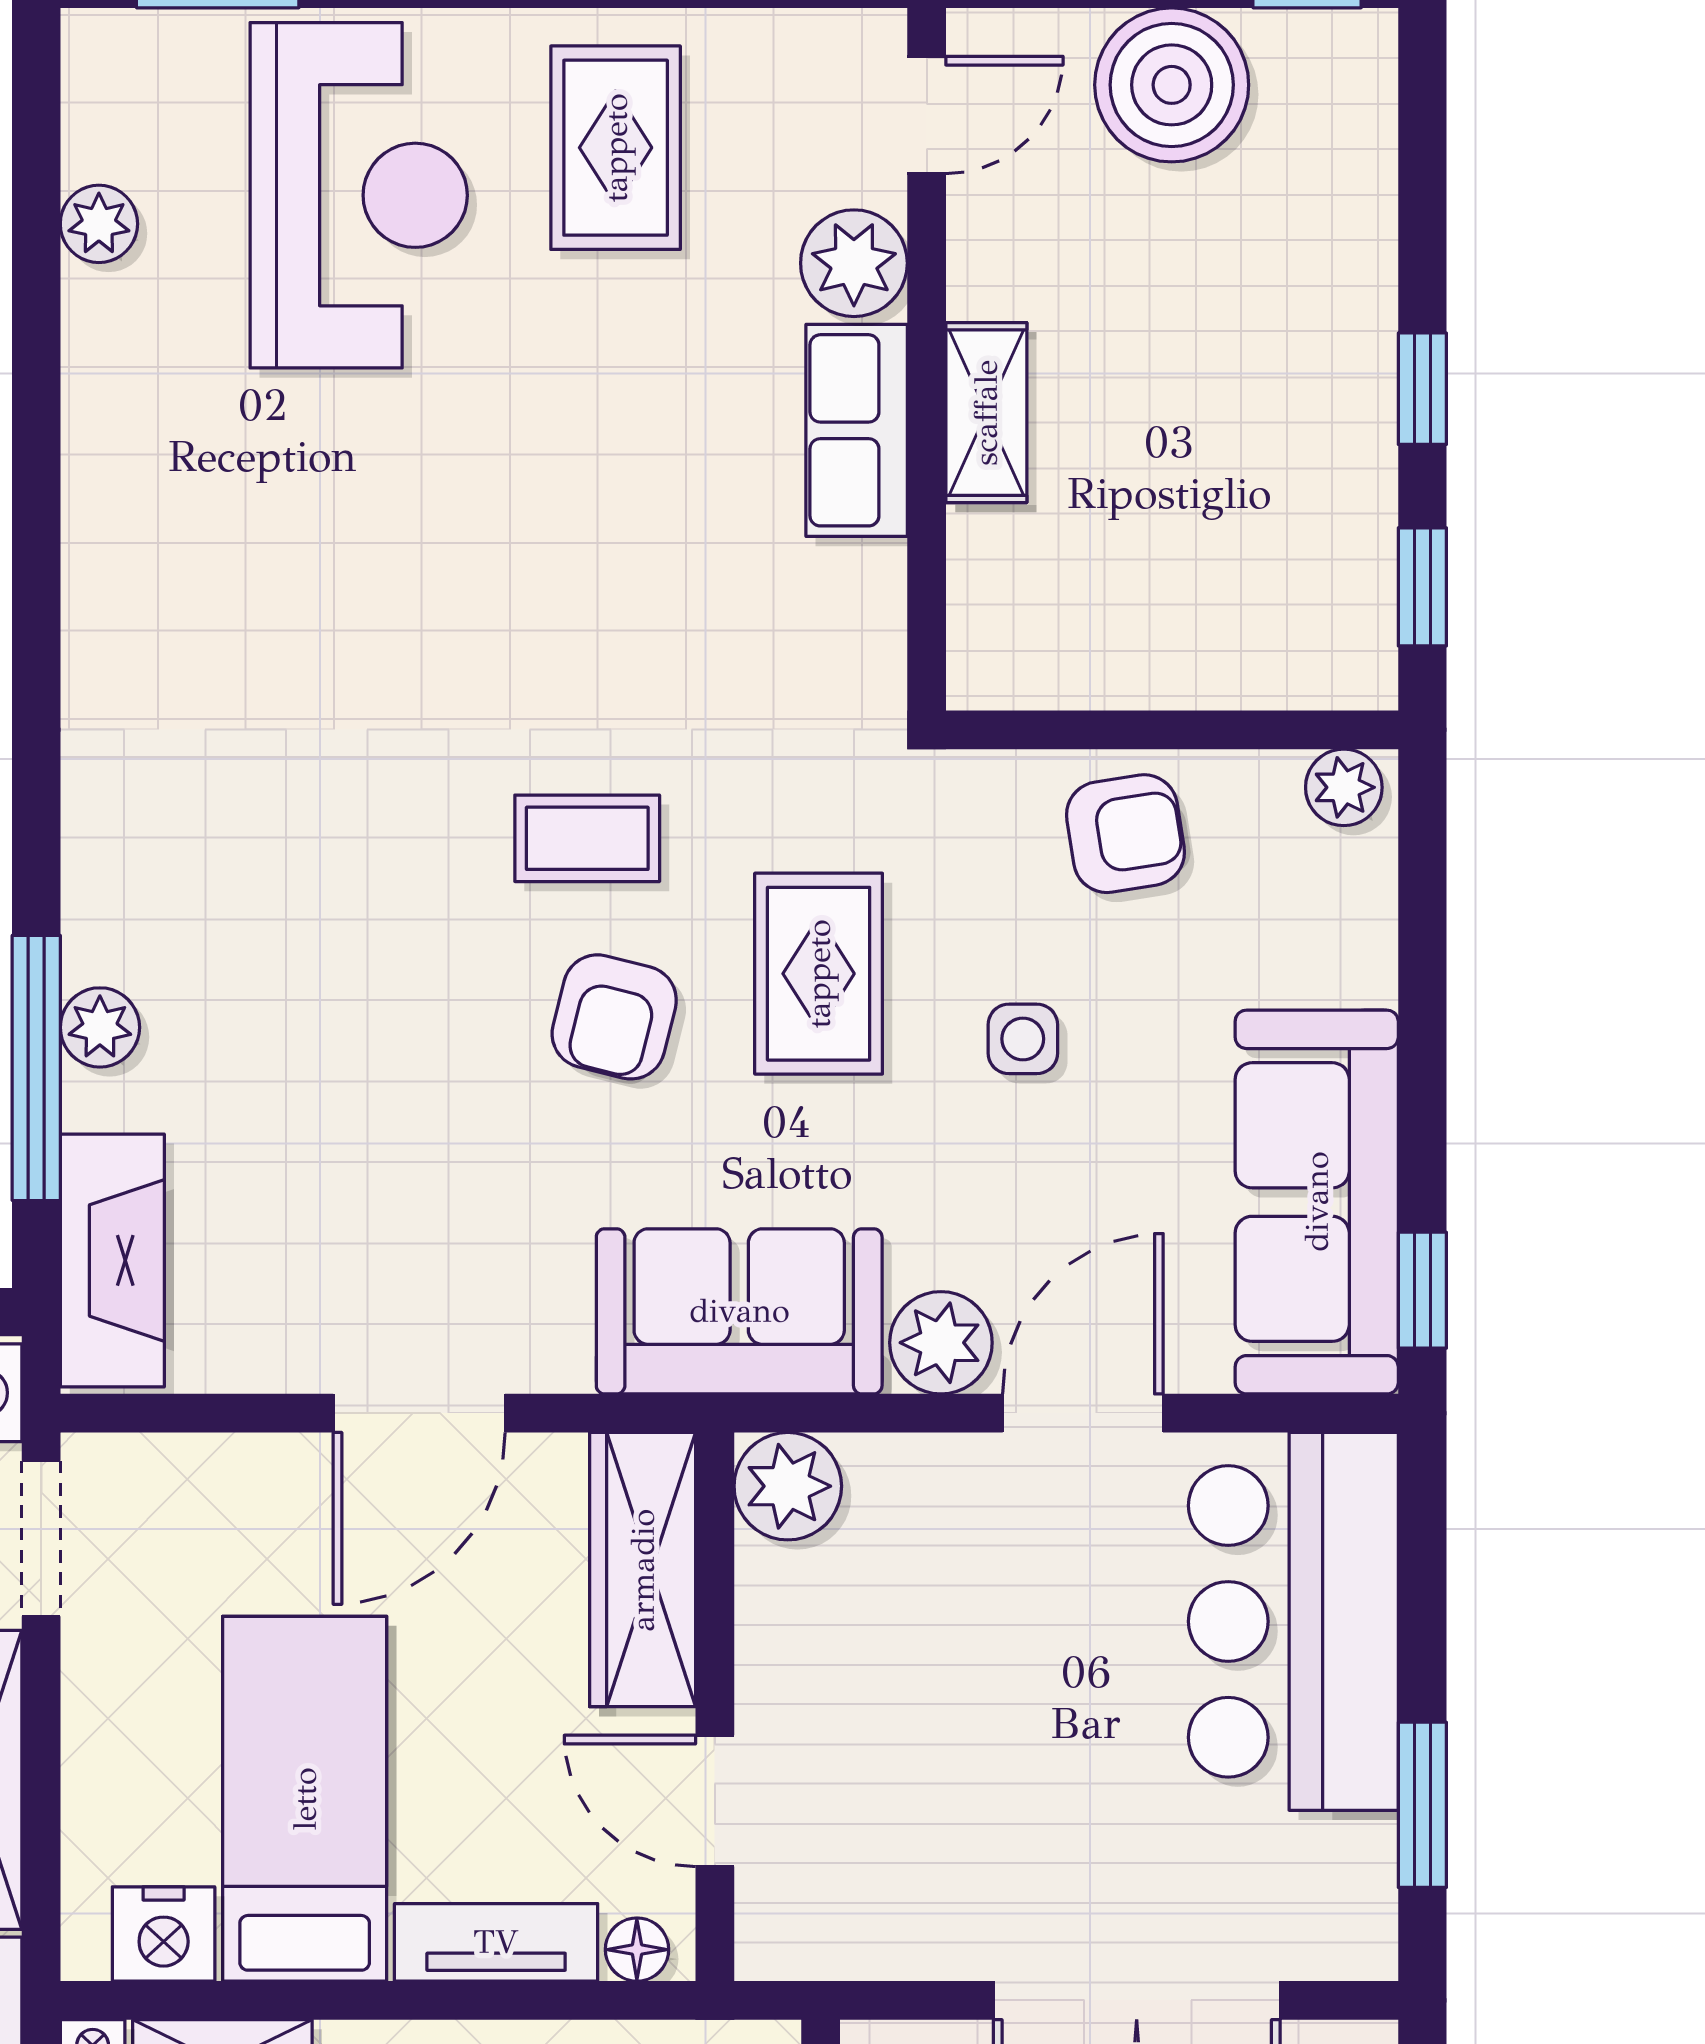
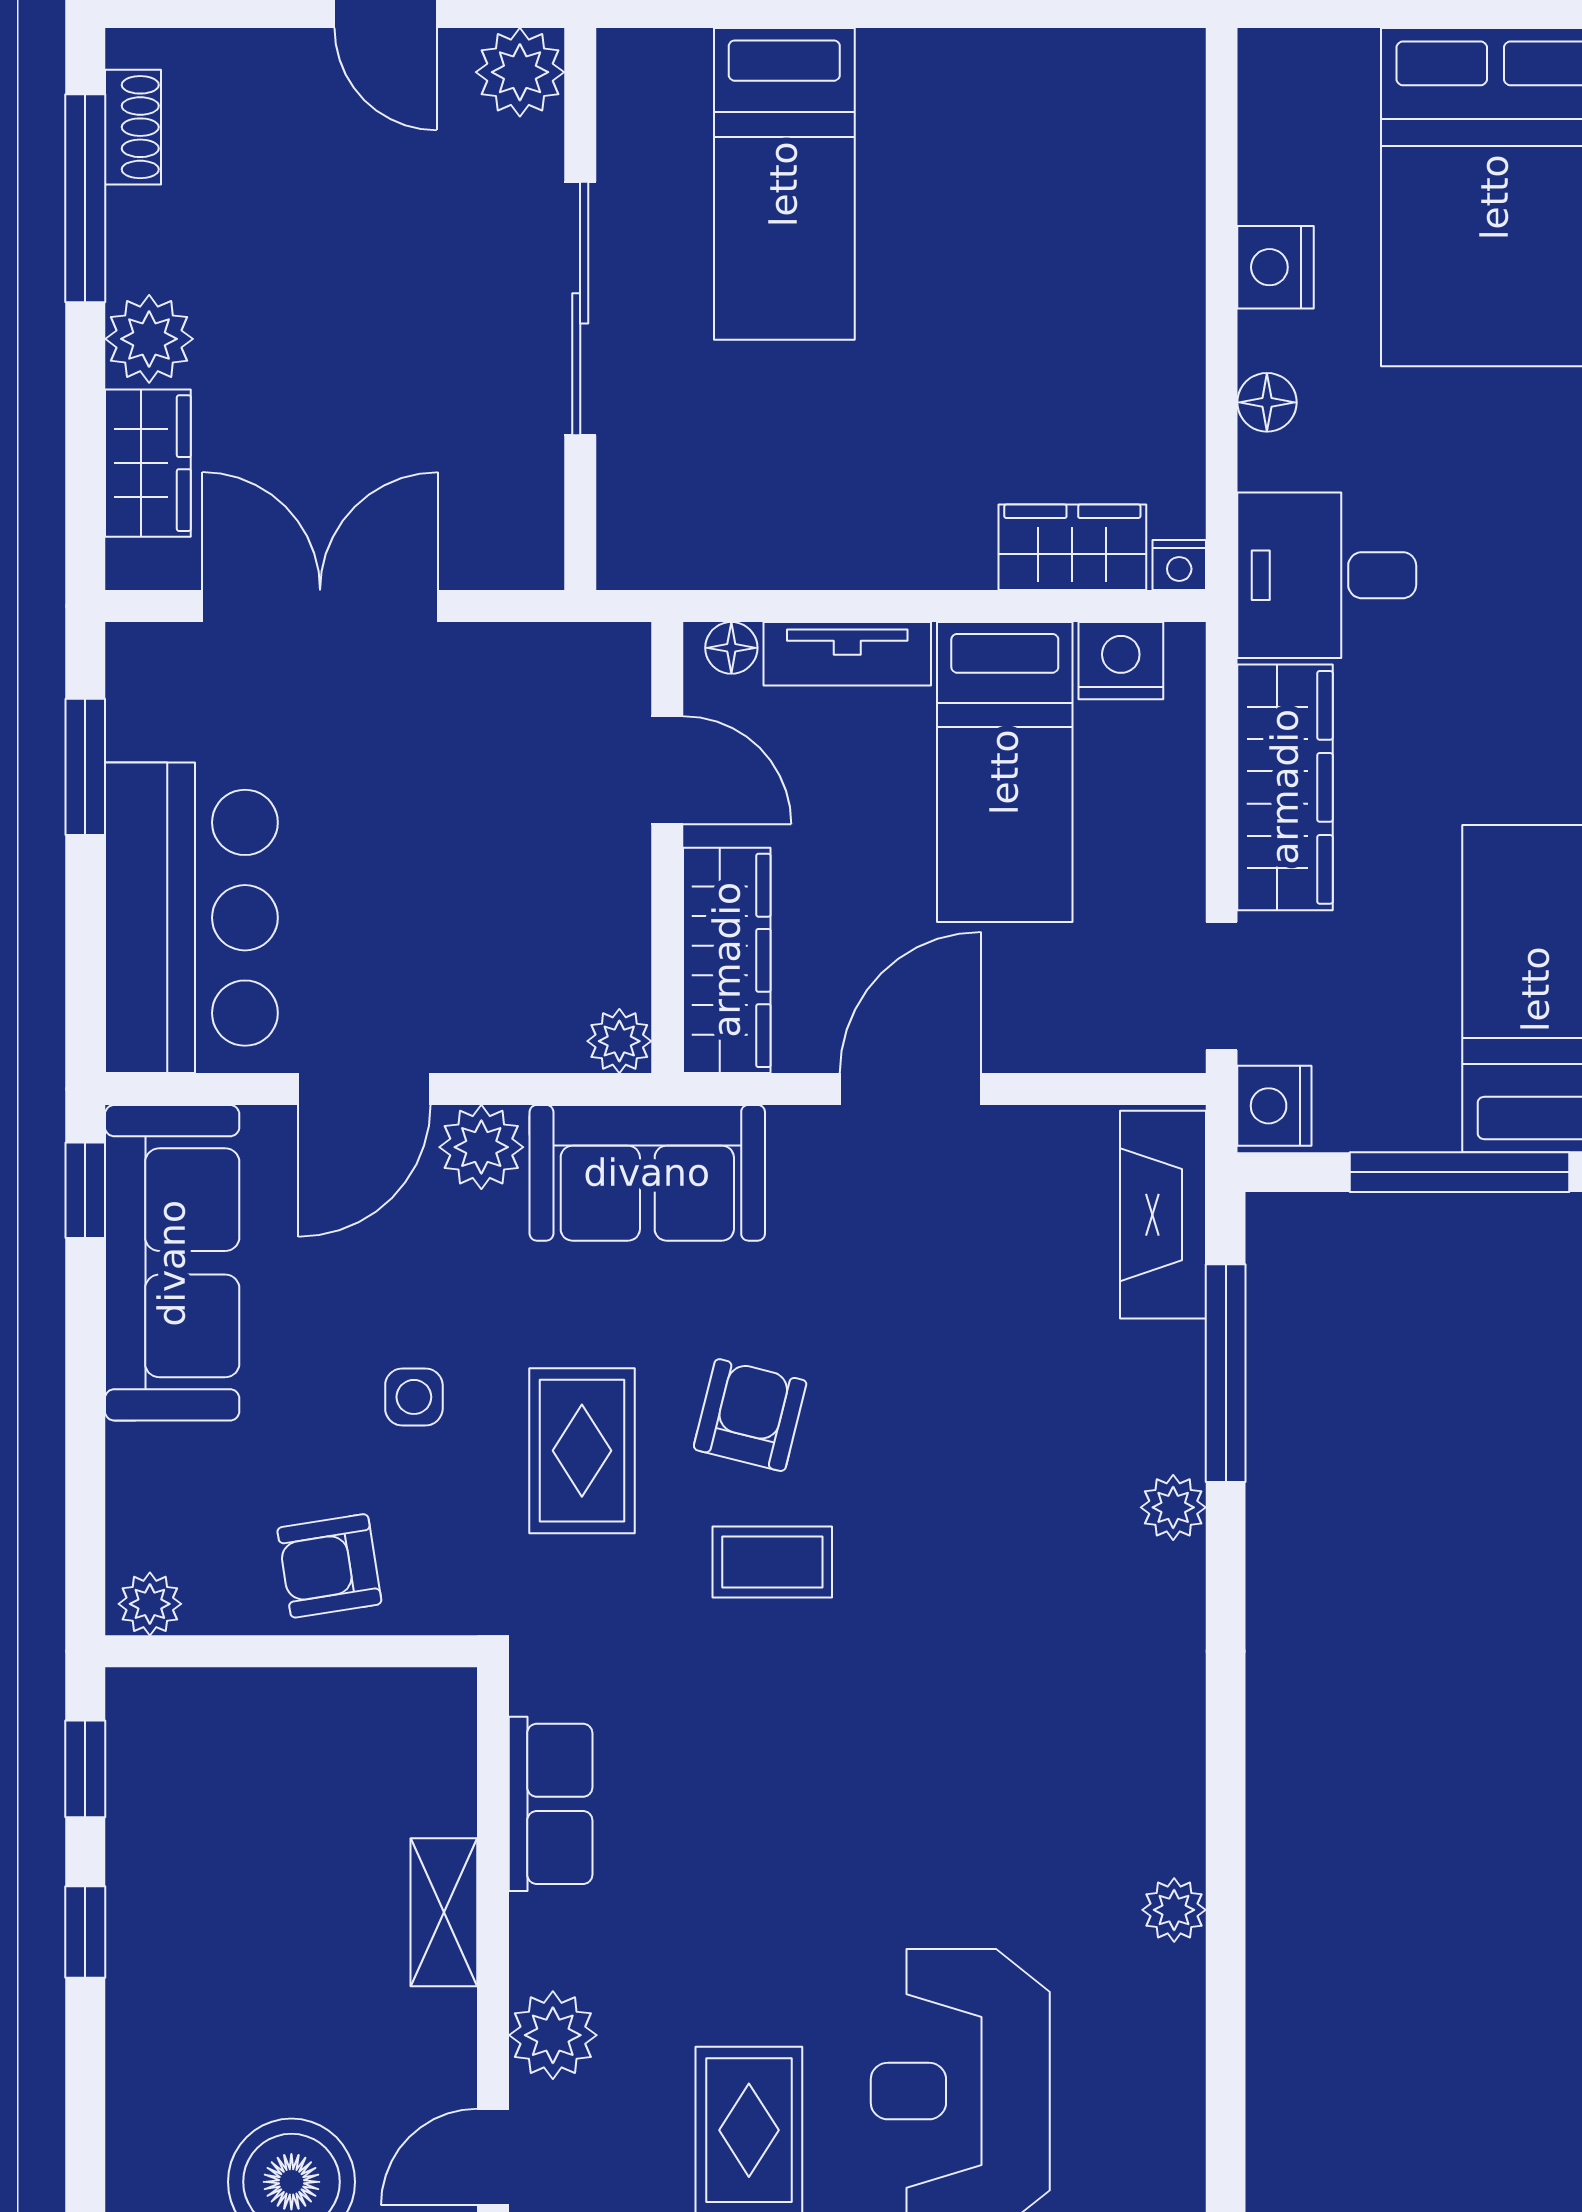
plant: (99, 224) -> (1174, 1910), moved
row of seats: (857, 430) -> (551, 1804), moved
plant: (100, 1027) -> (1173, 1507), moved
plant: (788, 1486) -> (619, 1041), width x0.73, depth x0.73

